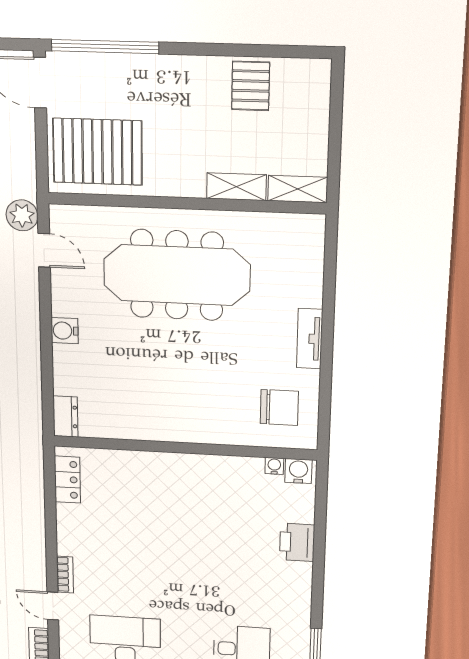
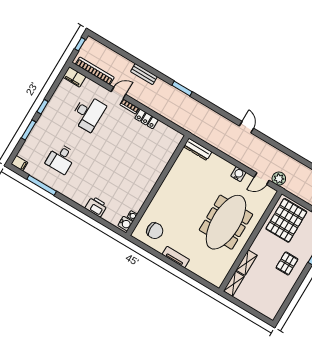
pallet: (251, 86) -> (287, 263), moved, turned 90
water cooler: (65, 331) -> (238, 174), moved
chair: (279, 407) -> (155, 231), turned -90
dresser: (65, 416) -> (198, 149), width x1.44
locker: (67, 480) -> (146, 119), moved

